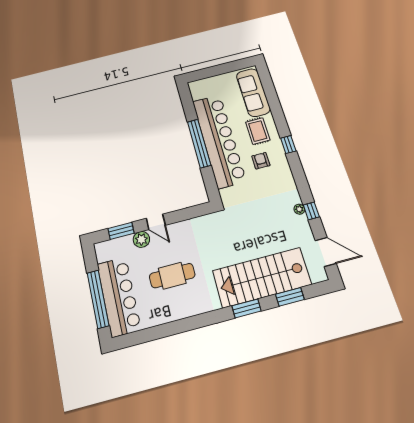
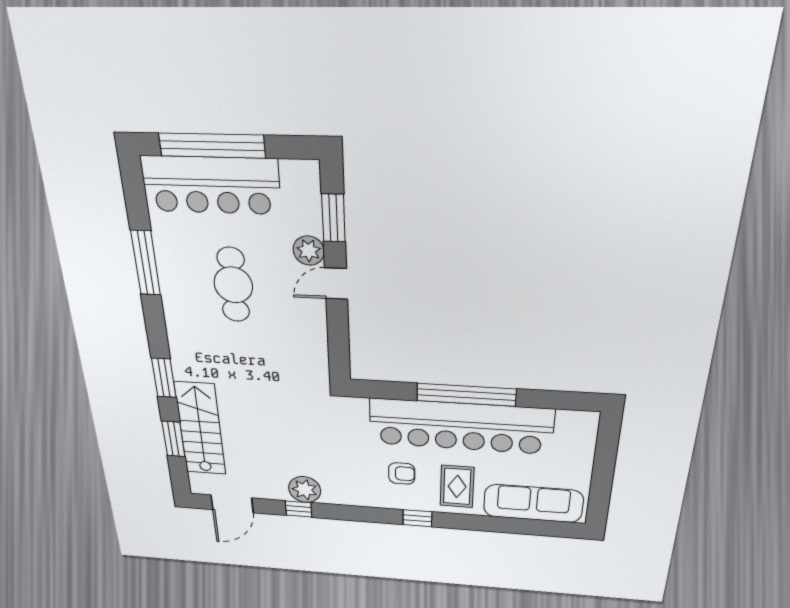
rug: (258, 131) -> (457, 486), turned 90
plant: (299, 209) -> (305, 490), width x1.88, depth x1.88
stairs: (262, 277) -> (200, 429), width x0.73, depth x0.66
window: (173, 328) -> (146, 263), added

